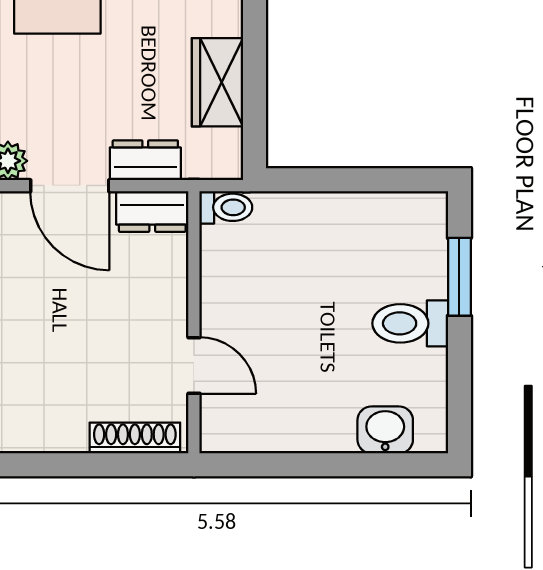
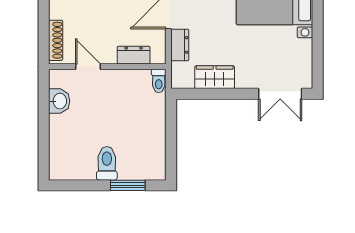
dresser: (152, 211) -> (134, 55), moved, turned 90
door: (194, 366) -> (88, 67), swing flipped
washbasin: (385, 430) -> (59, 101), moved

